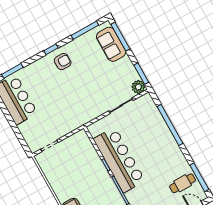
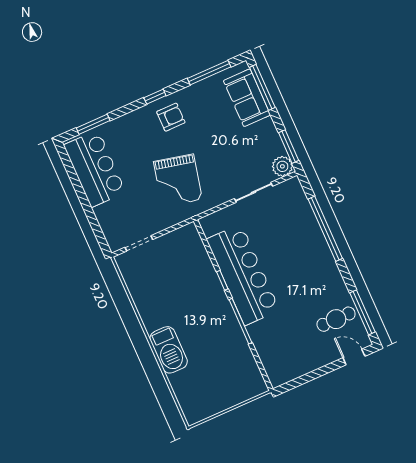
grand piano: (71, 102) -> (178, 181), added

